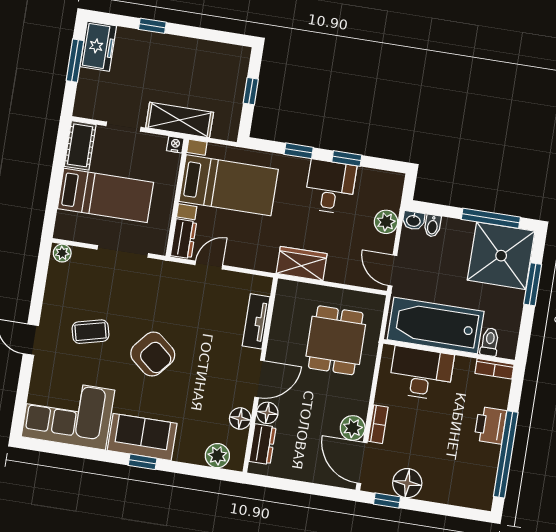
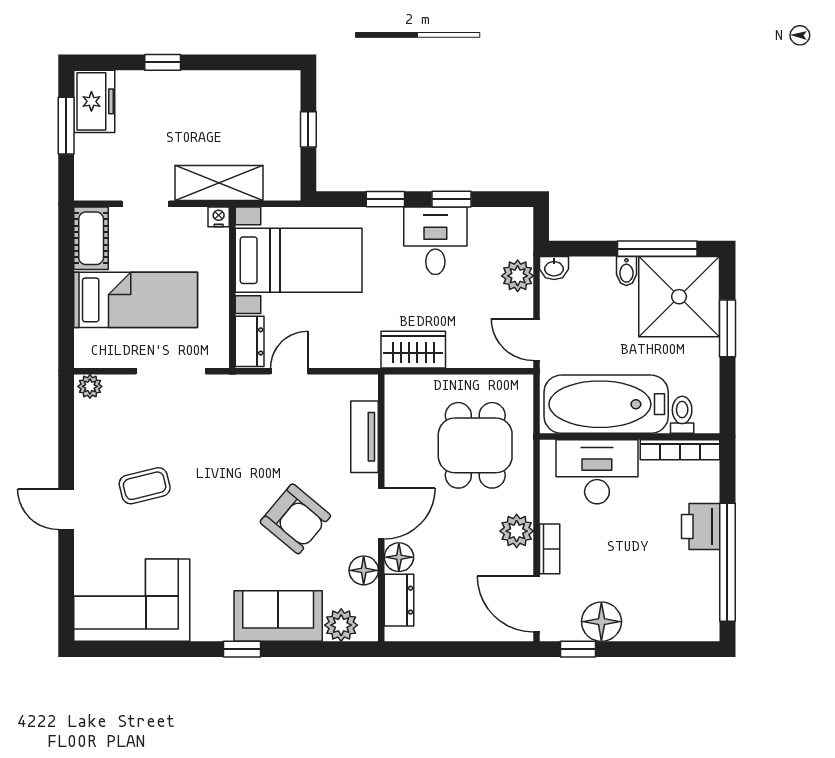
bidet: (433, 226) -> (626, 271), moved
armchair: (153, 354) -> (295, 519), moved
bookcase: (495, 369) -> (680, 450), width x1.56
plant: (353, 428) -> (517, 531), moved
sofa: (142, 437) -> (278, 616), moved

